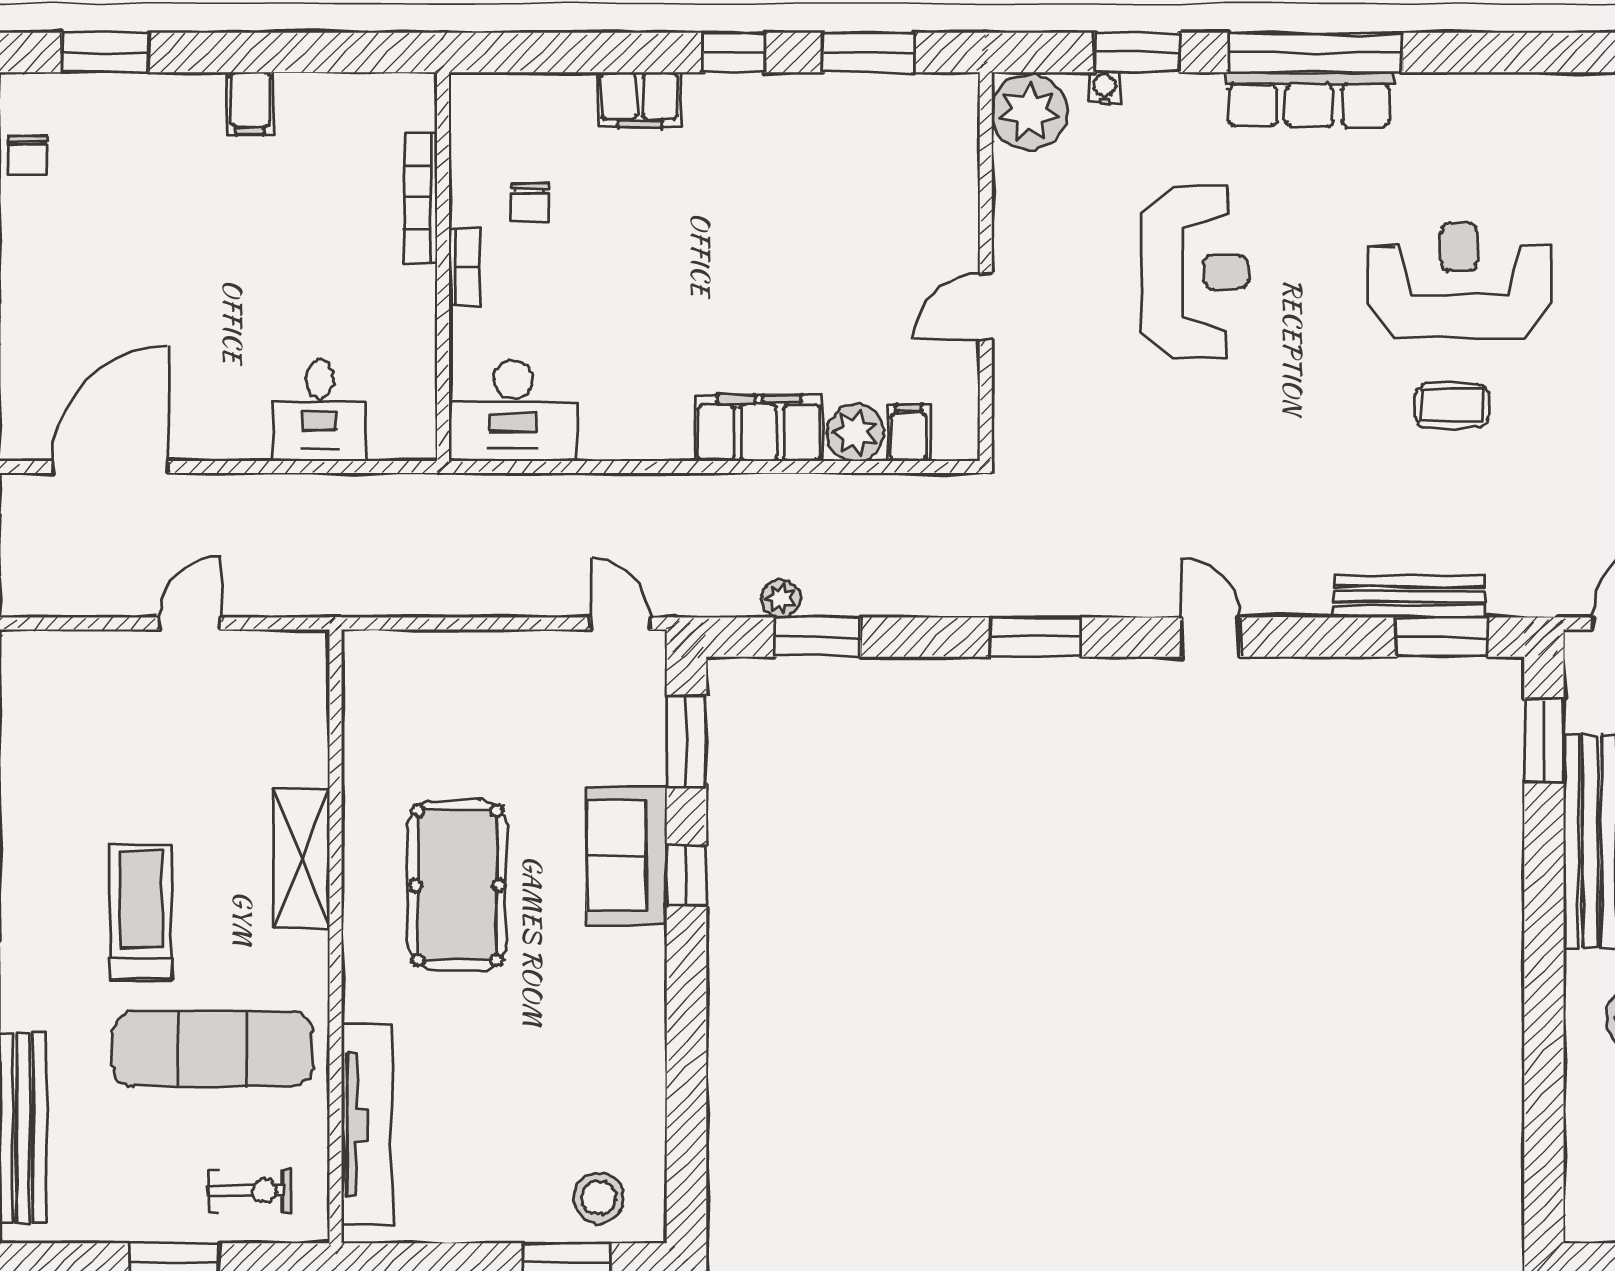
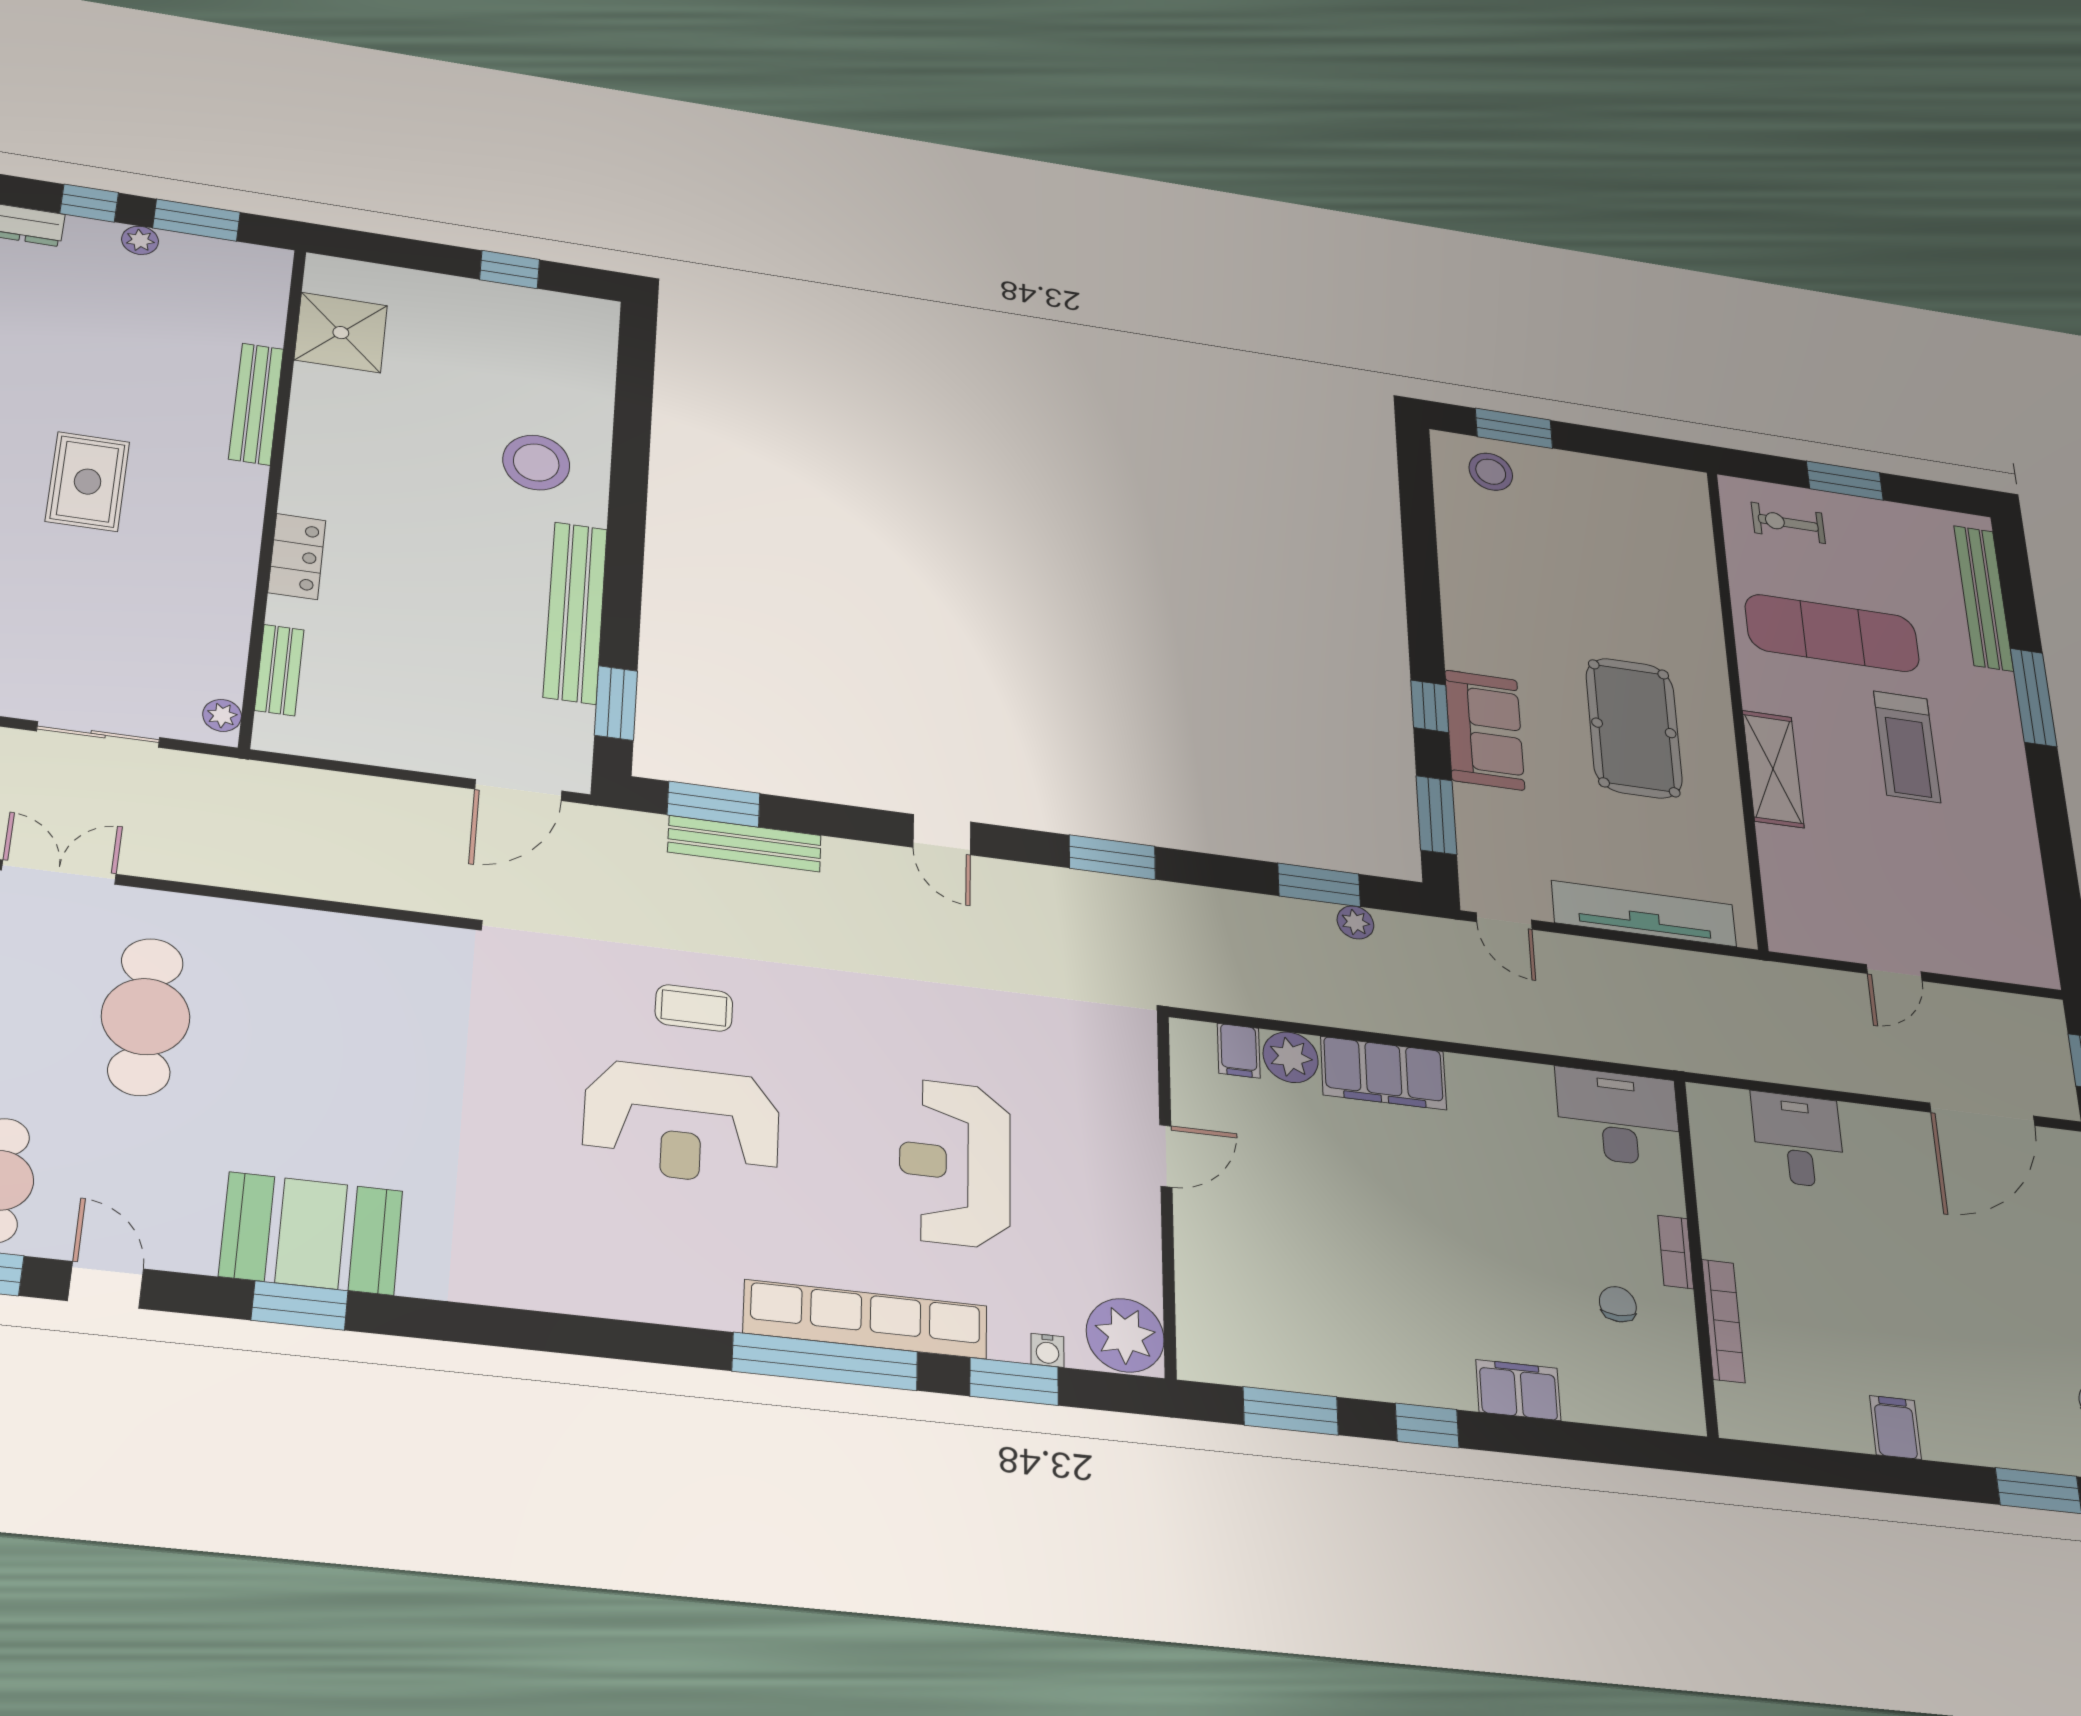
row of seats: (1309, 99) -> (866, 1319), width x1.36
tv unit: (367, 1124) -> (1644, 914), moved, turned 90

